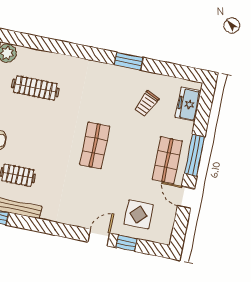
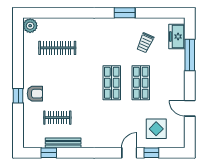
window: (194, 155) -> (190, 55), moved
shop shelf: (167, 160) -> (141, 83), moved

